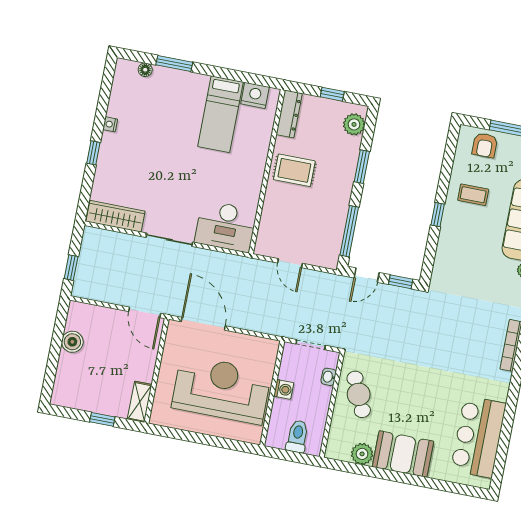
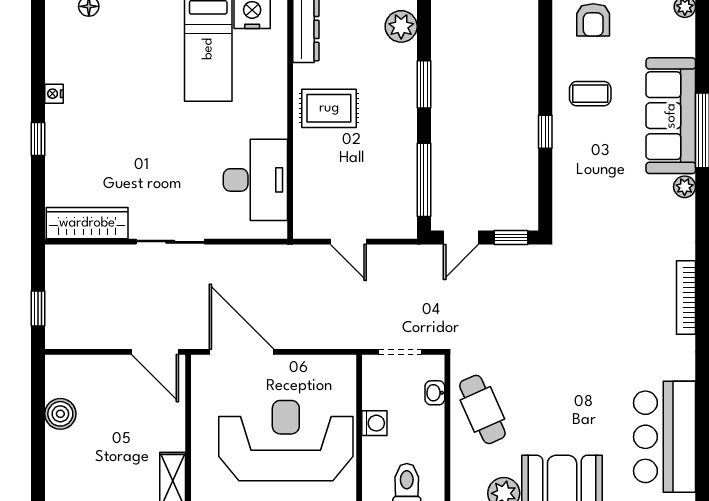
desk: (226, 226) -> (255, 180), moved, turned -90

